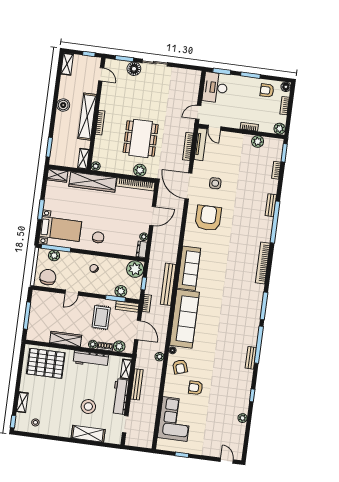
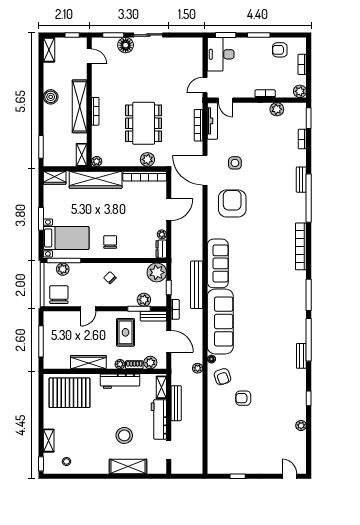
floor lamp: (286, 87) -> (301, 43), removed
corner sofa: (175, 419) -> (224, 437), removed

